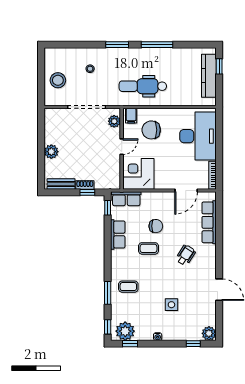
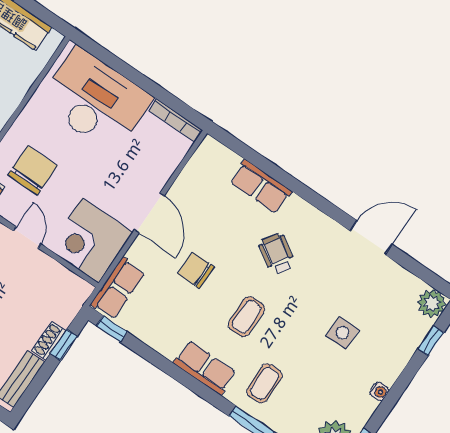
chair: (151, 130) -> (33, 170), turned 180
door: (186, 191) -> (149, 213), moved
row of seats: (209, 222) -> (261, 187), width x0.68
chair: (156, 226) -> (196, 270), turned -90
row of seats: (118, 234) -> (205, 368), moved
coffee table: (148, 248) -> (246, 317), moved

